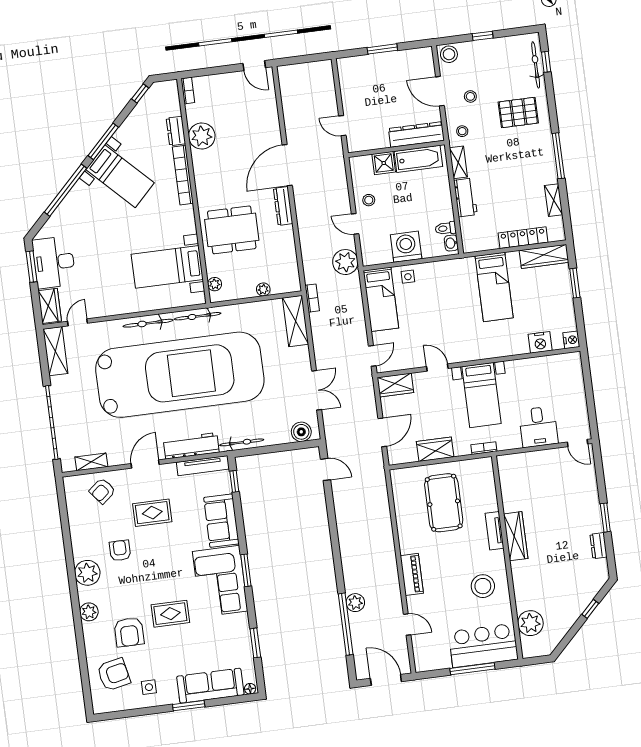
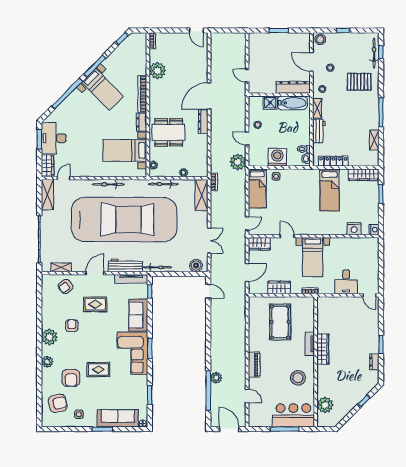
dresser: (176, 131) -> (141, 122), moved
locker: (523, 238) -> (333, 161), moved
bicycle: (198, 316) -> (163, 184), moved

